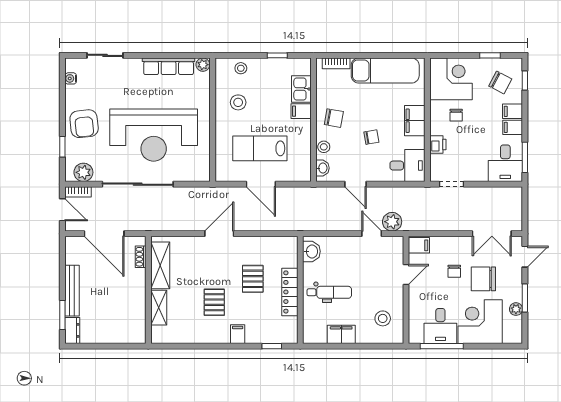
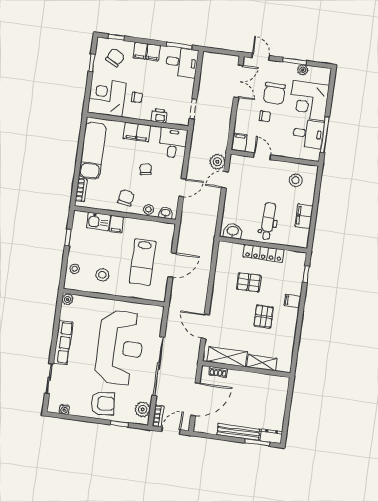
row of seats: (169, 66) -> (63, 342), moved
door: (219, 234) -> (205, 326), moved
pallet: (214, 302) -> (264, 316), turned 90

